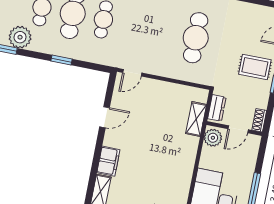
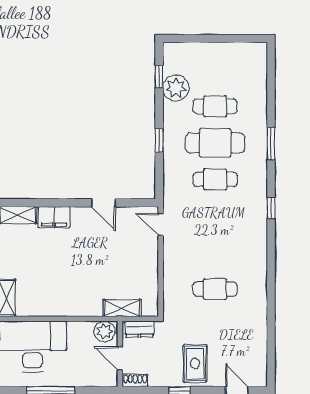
cafe table: (196, 38) -> (215, 289), width x0.73, depth x0.74

